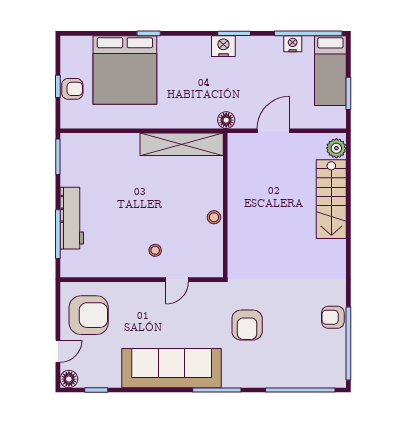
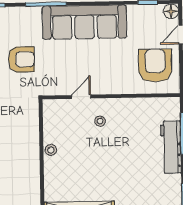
armchair: (89, 315) -> (155, 66), turned 90
armchair: (247, 325) -> (21, 59), turned 90

